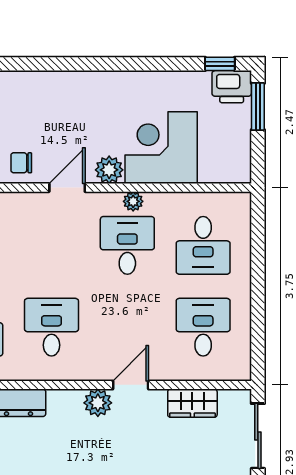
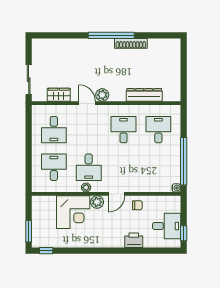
printer: (232, 87) -> (134, 240), moved
desk: (52, 327) -> (124, 130), turned 180
door: (131, 385) -> (87, 103), swing flipped

